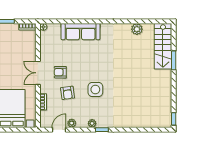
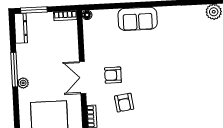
sofa: (81, 32) -> (138, 19), width x0.73
side table: (95, 89) -> (162, 96), removed

